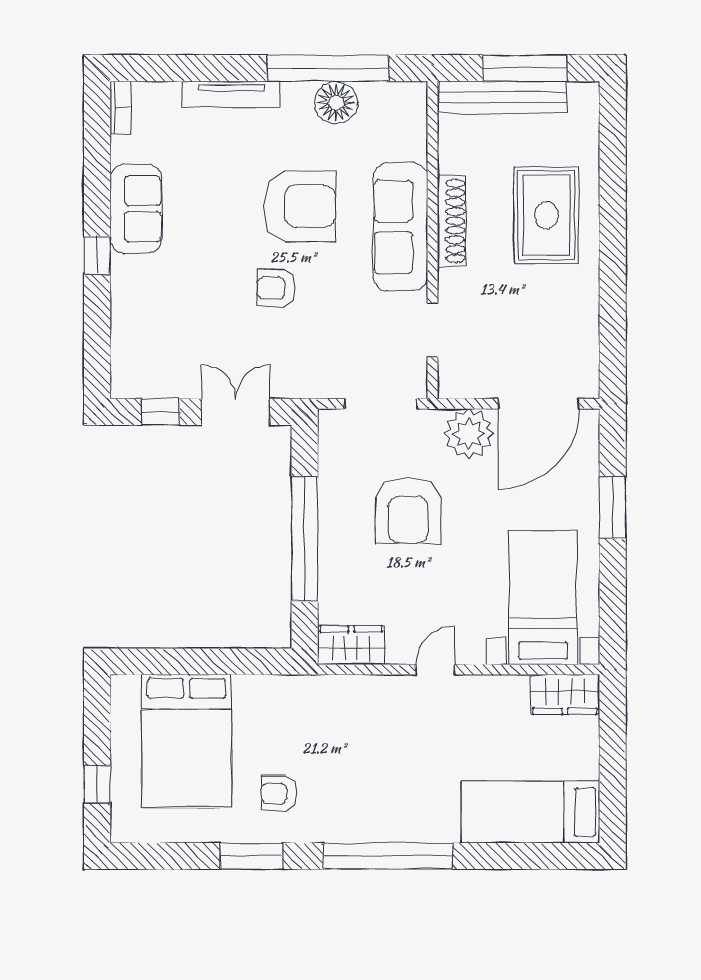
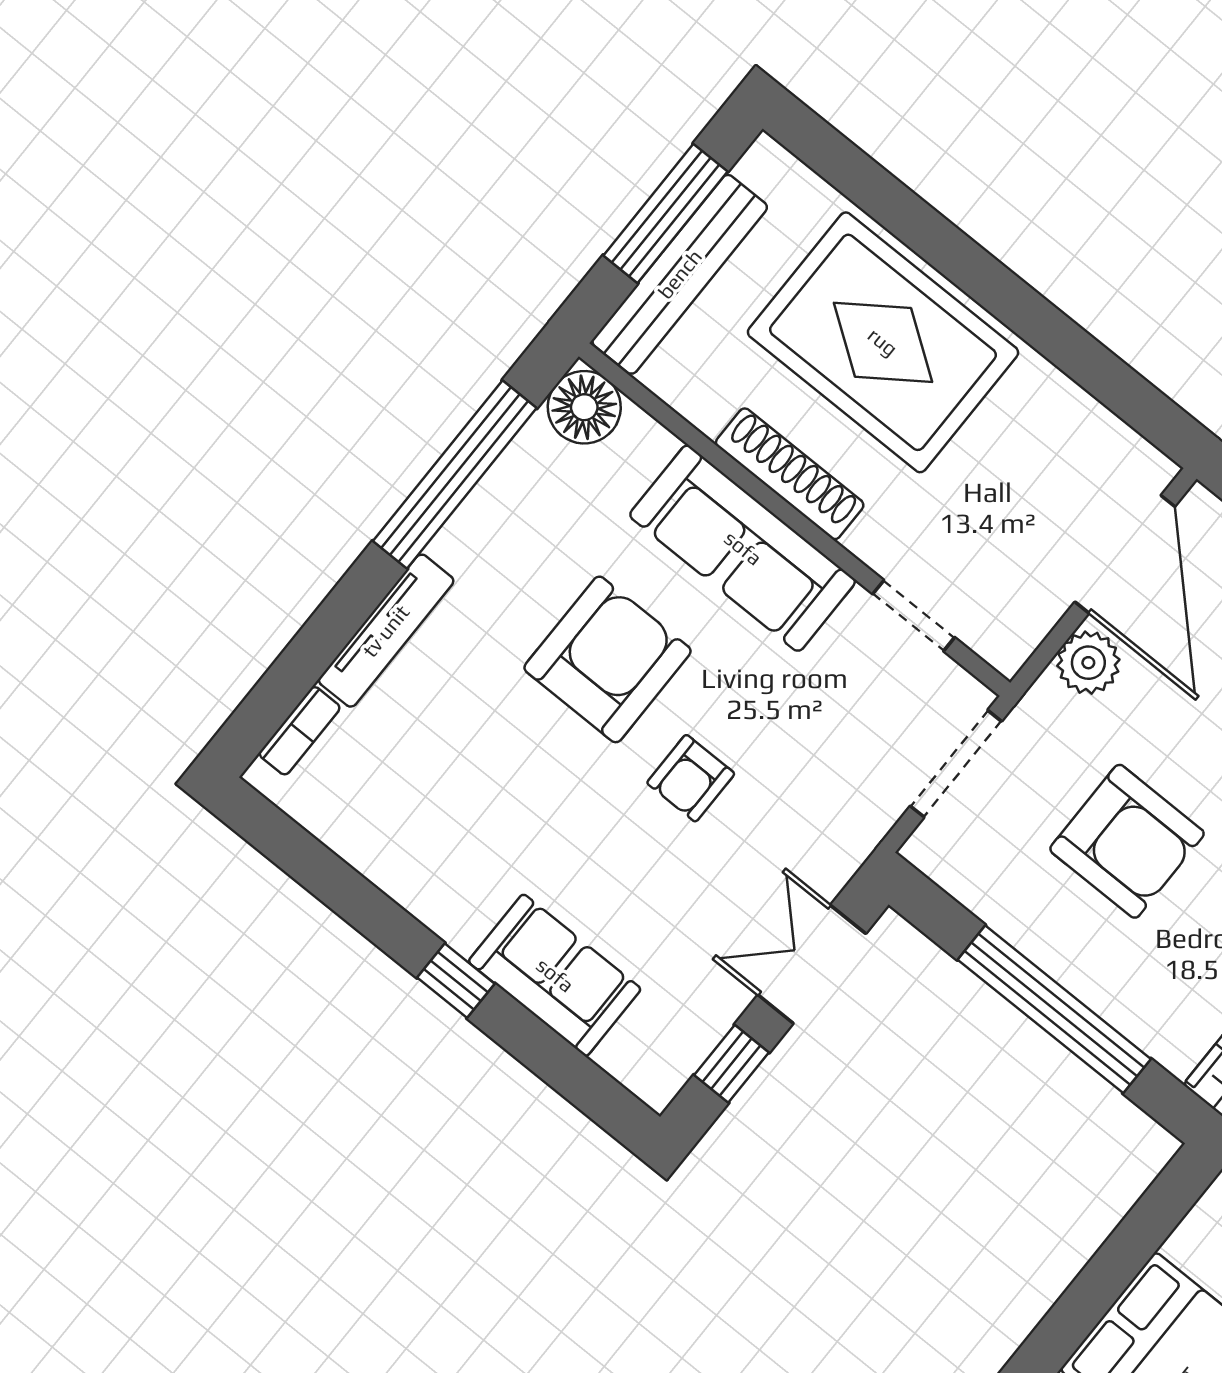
floor lamp: (336, 103) -> (584, 407), moved
bookcase: (121, 108) -> (300, 731), moved, turned 90
sofa: (136, 209) -> (555, 975), moved
rug: (546, 215) -> (883, 342), width x1.37, depth x1.44
plant: (469, 434) -> (1088, 663), width x0.73, depth x0.73

